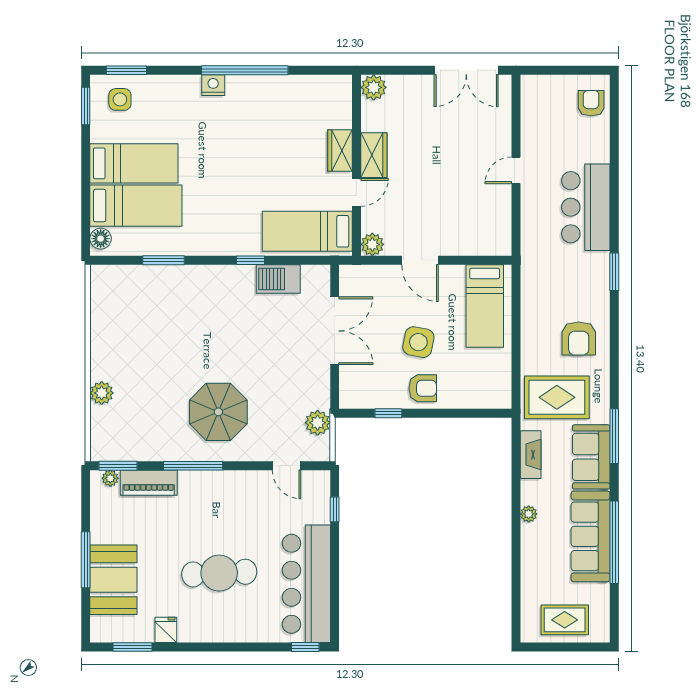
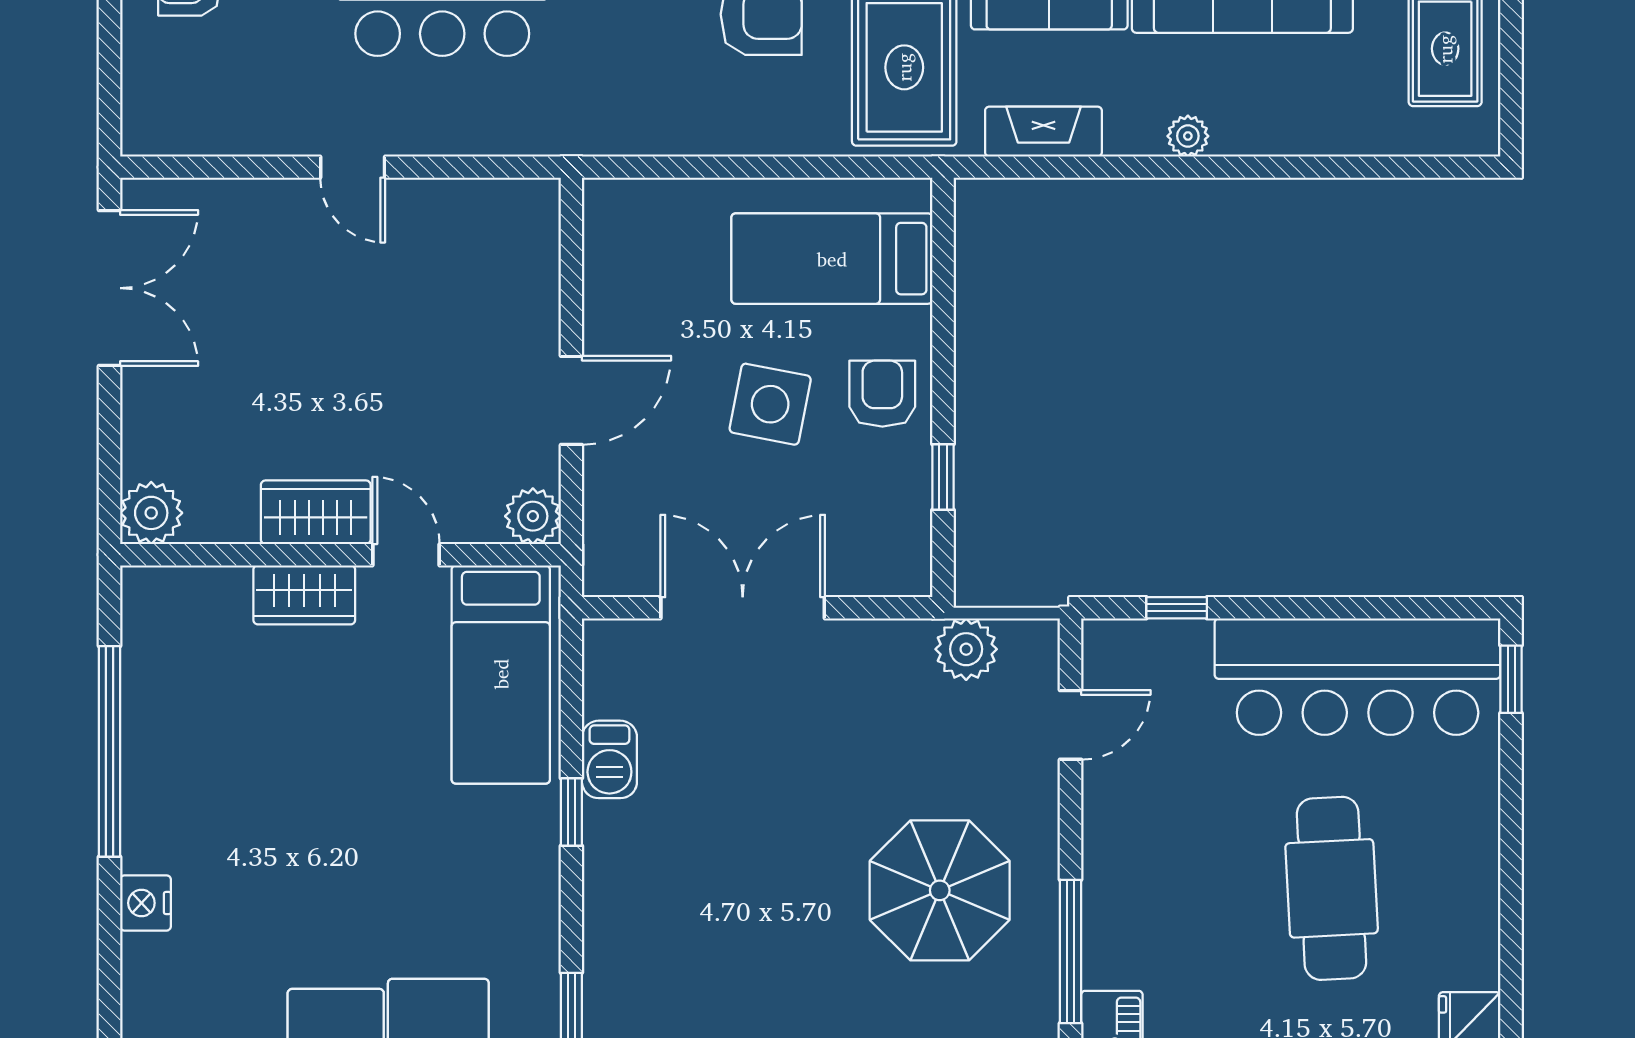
window: (245, 70) -> (109, 751), moved
barbecue: (278, 279) -> (609, 759), width x0.73, depth x0.79
bed: (485, 306) -> (832, 259), moved, turned 180

